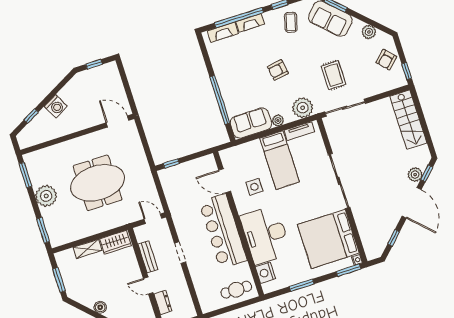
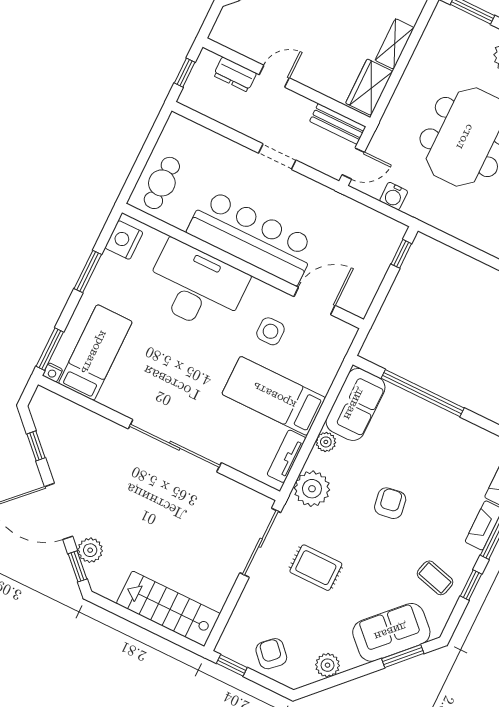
water cooler: (150, 189) -> (394, 196), added
bed: (328, 239) -> (95, 353), width x0.49
bench: (148, 257) -> (338, 124), moved
nightstand: (265, 273) -> (124, 240), moved, turned -90

